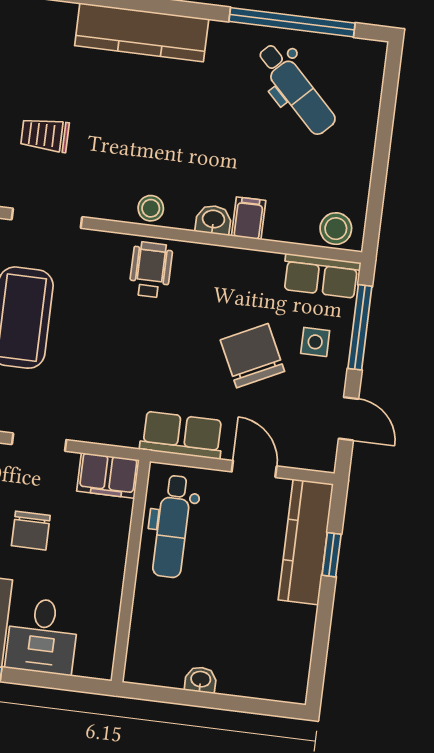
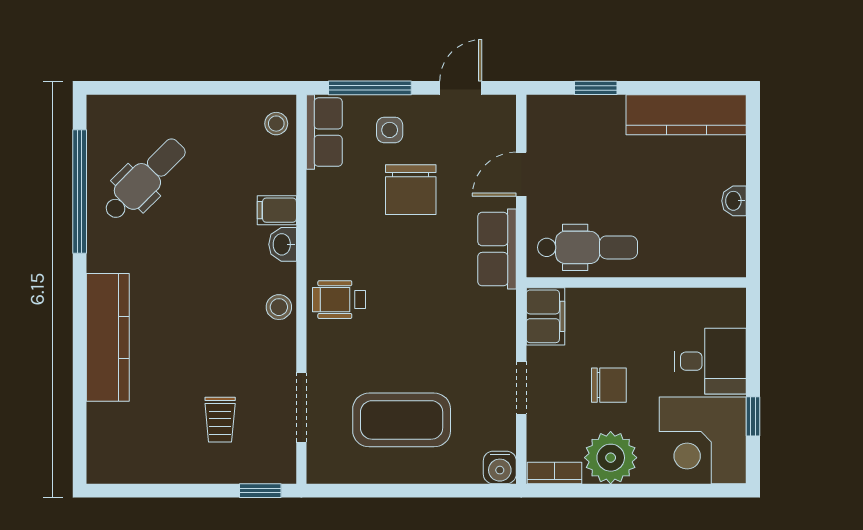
stool: (336, 229) -> (276, 124), width x0.73, depth x0.73
chair: (252, 356) -> (411, 190), turned -64
kitchen counter: (306, 542) -> (686, 115), moved

